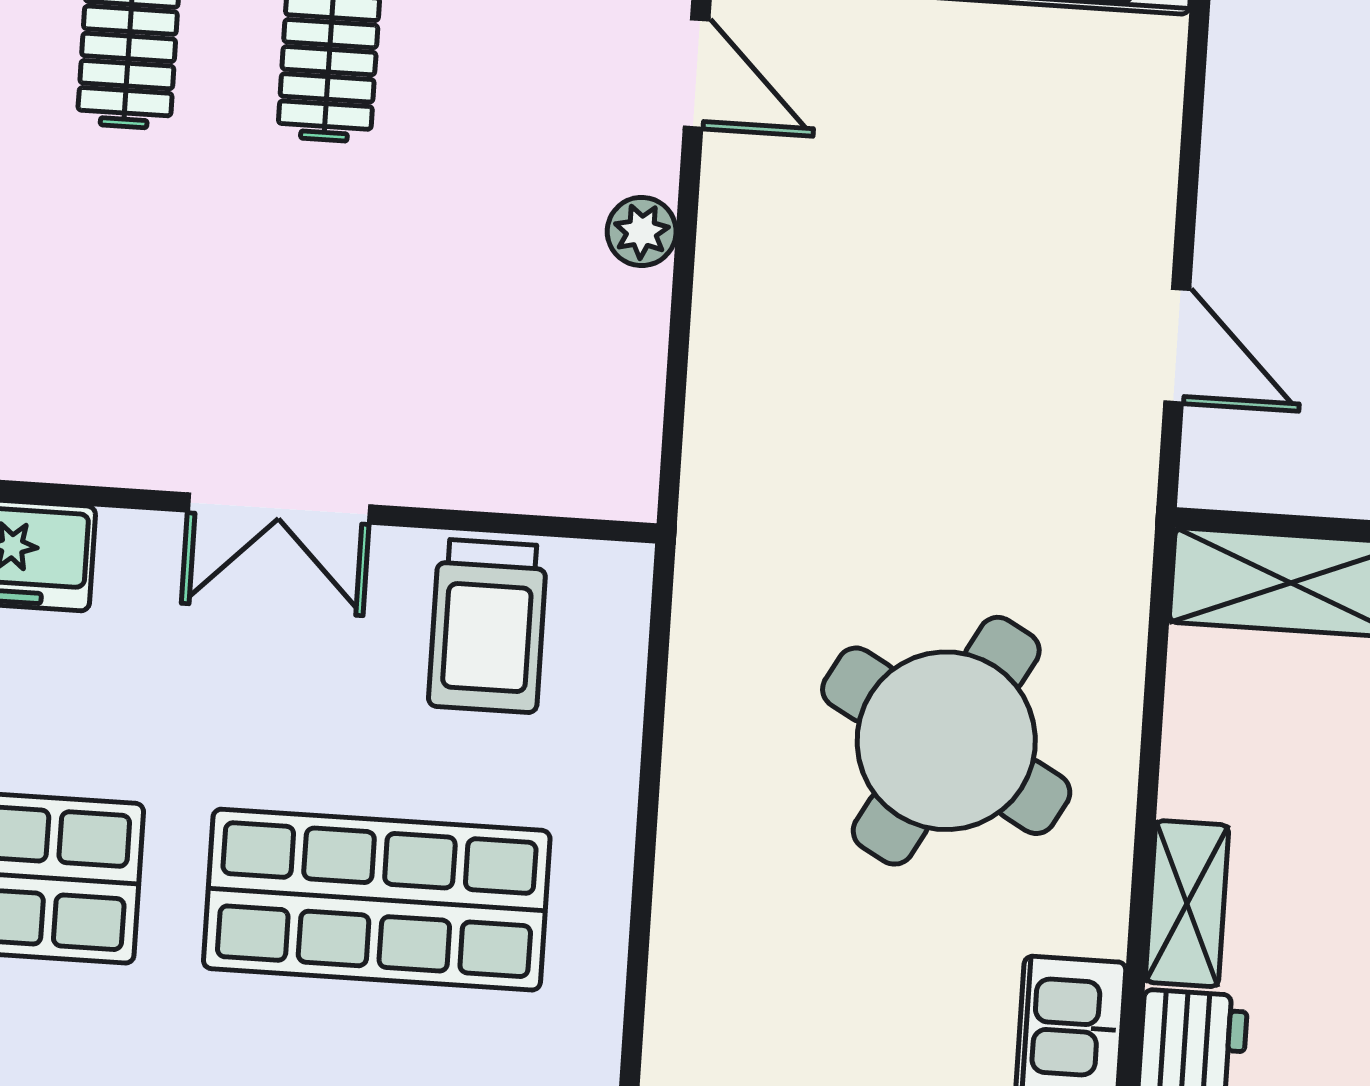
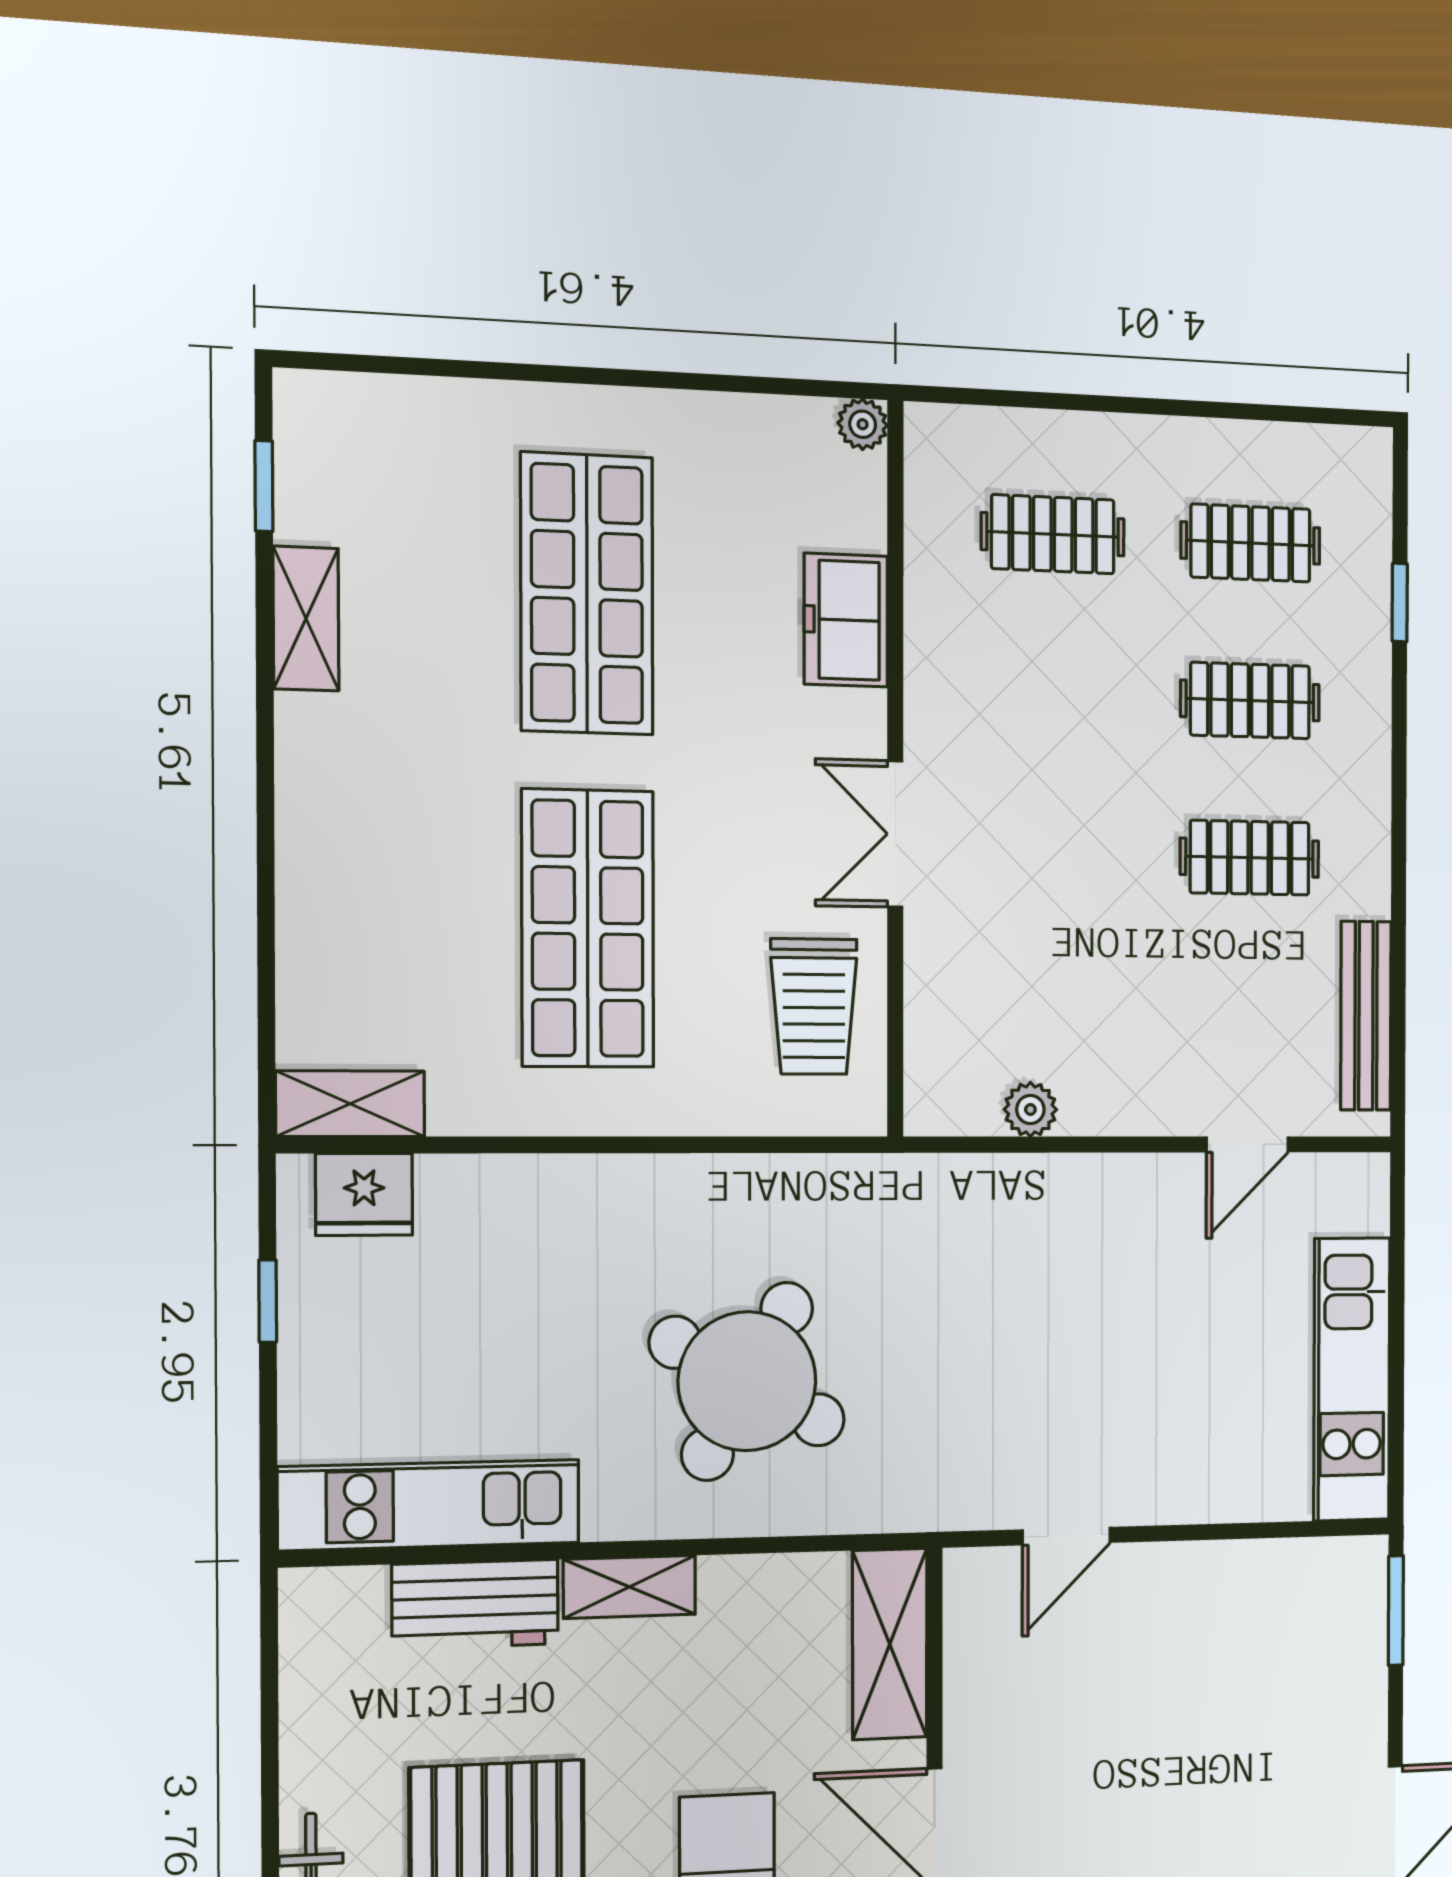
plant: (642, 231) -> (1030, 1109), moved
trolley: (488, 626) -> (814, 1006), turned -90

